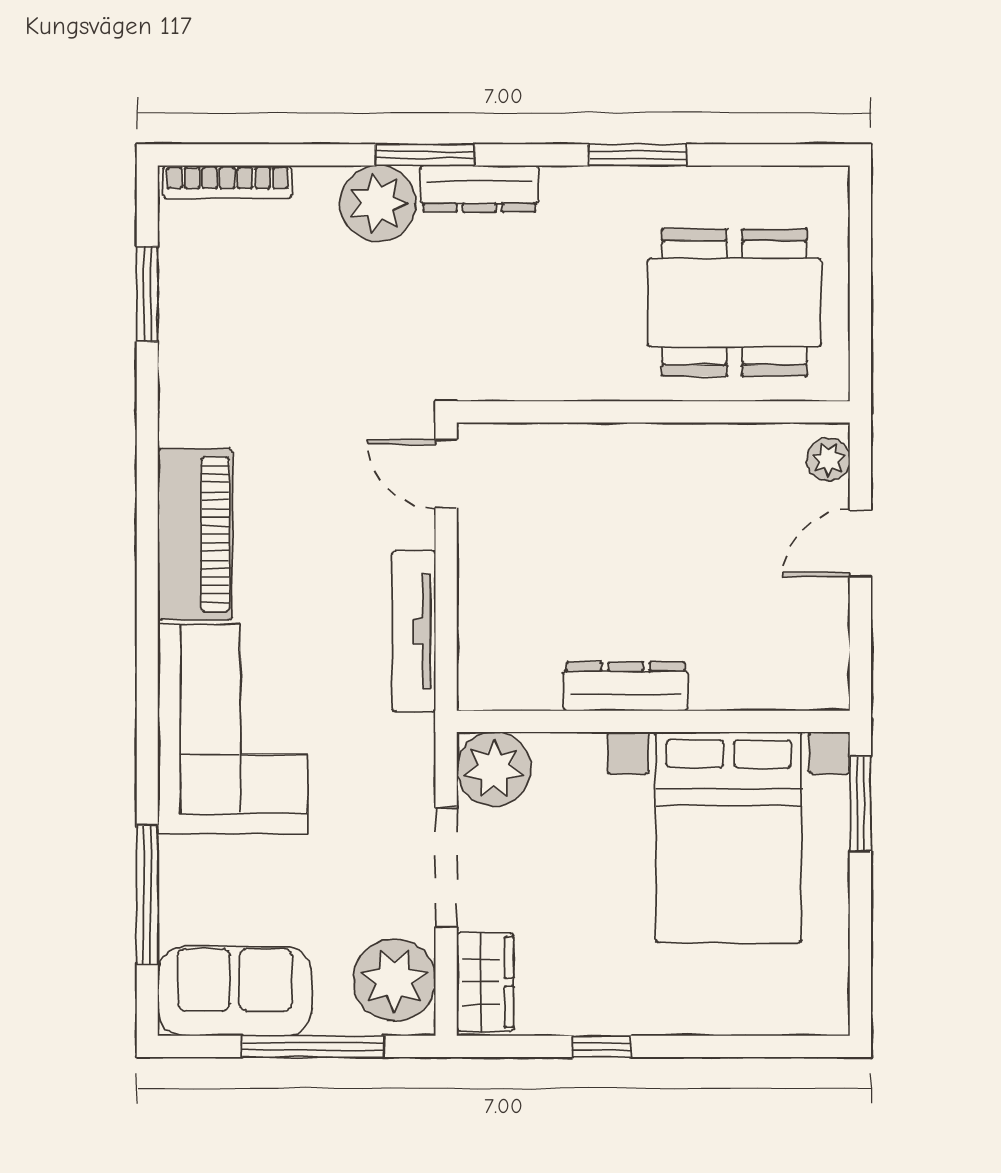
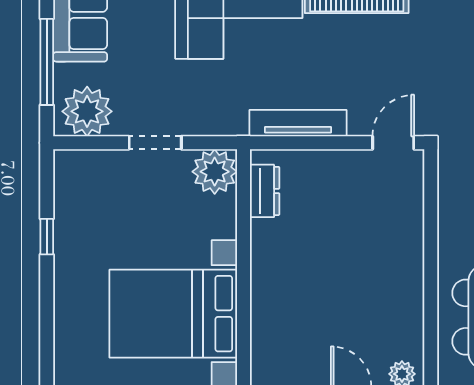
dresser: (626, 686) -> (265, 191), moved, width x0.70
doorway: (446, 867) -> (155, 143), width x0.73
wardrobe: (485, 982) -> (86, 166), removed

